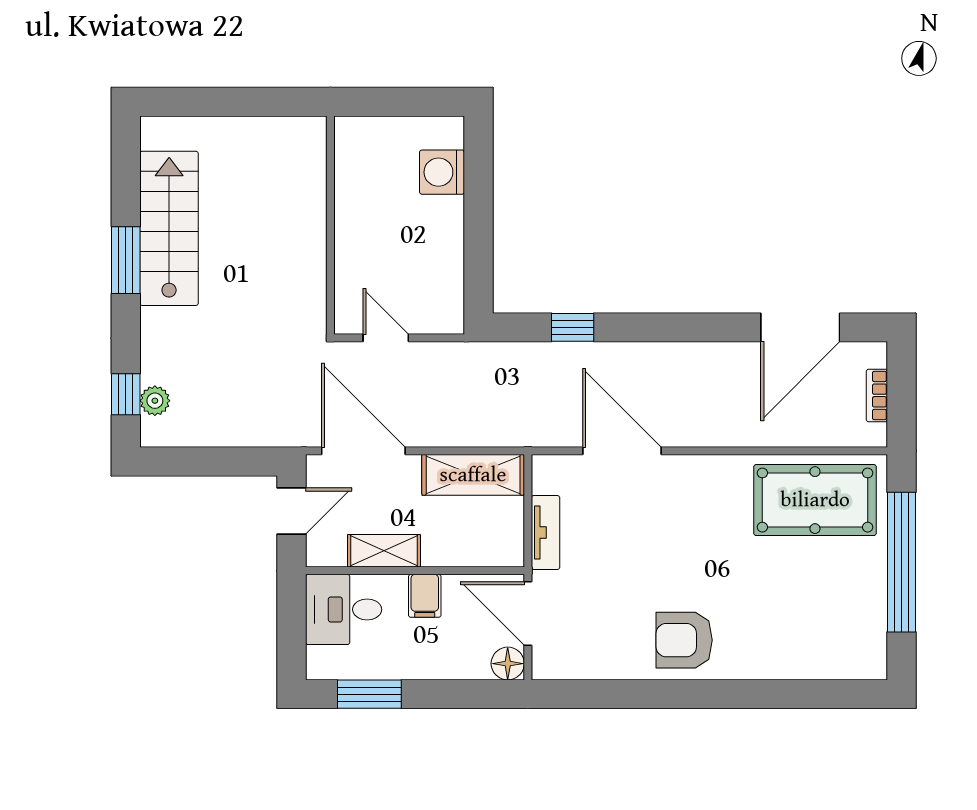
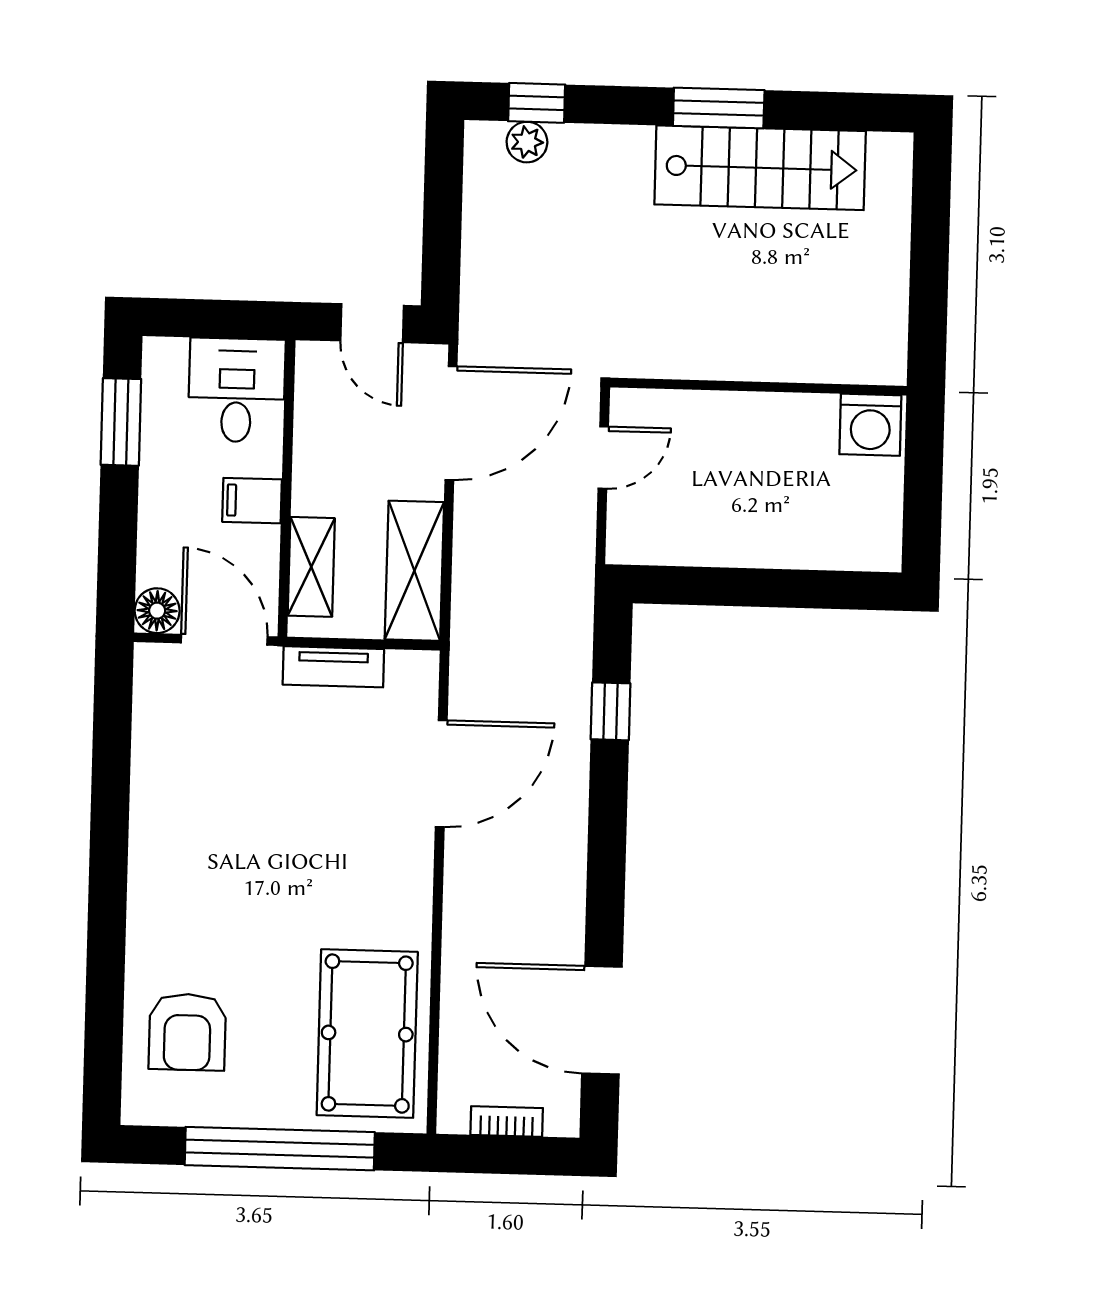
washing machine: (442, 172) -> (870, 425), moved, turned 180
shelving: (384, 551) -> (311, 567), moved
door: (528, 613) -> (224, 640), hinge flipped
armchair: (684, 640) -> (187, 1032), moved, turned 180

